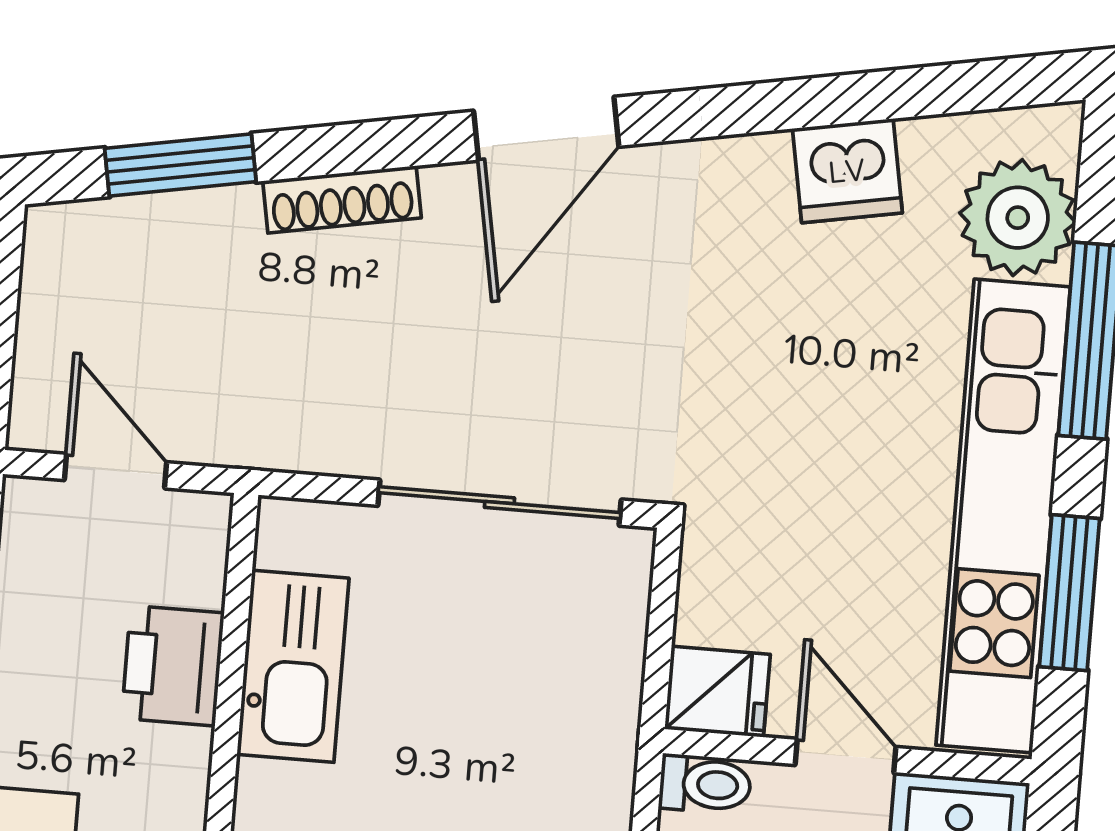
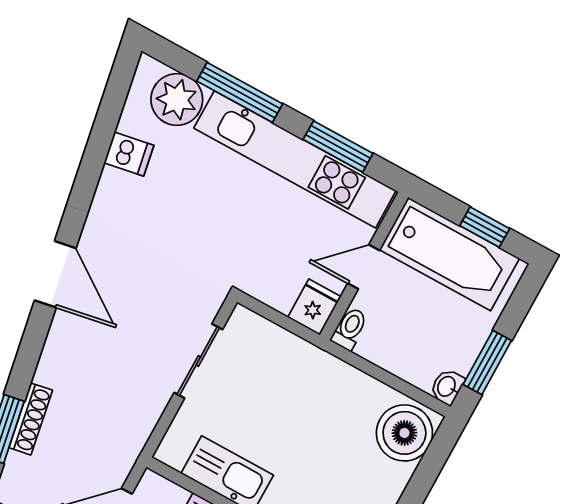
dishwasher: (847, 171) -> (129, 154), width x0.73
shoe rack: (342, 199) -> (31, 419), moved
sliding door: (499, 503) -> (198, 361), width x0.73

